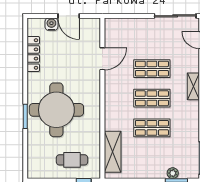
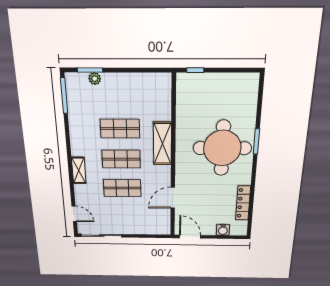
door: (69, 16) -> (190, 237), moved
shelving: (113, 152) -> (162, 144), moved
cafe table: (72, 160) -> (208, 94), removed

